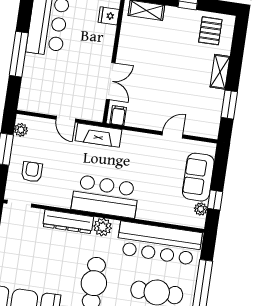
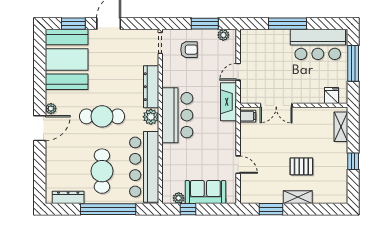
pallet: (210, 31) -> (301, 166), moved

